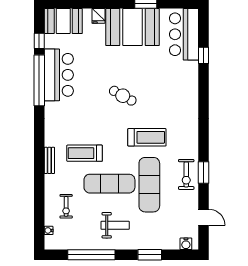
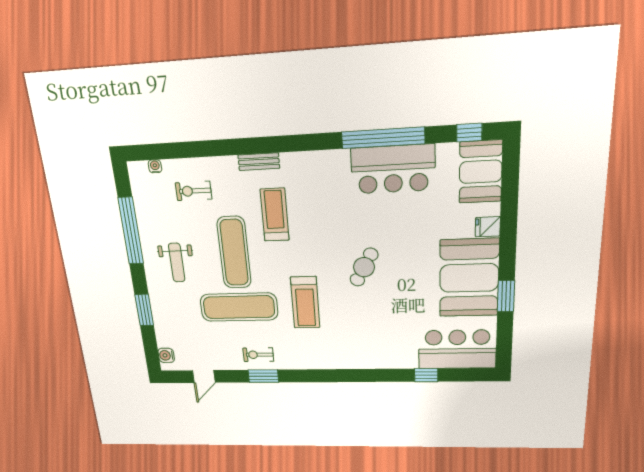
window: (39, 41) -> (469, 133), moved
exercise bike: (186, 174) -> (258, 355), width x0.73, depth x0.72

